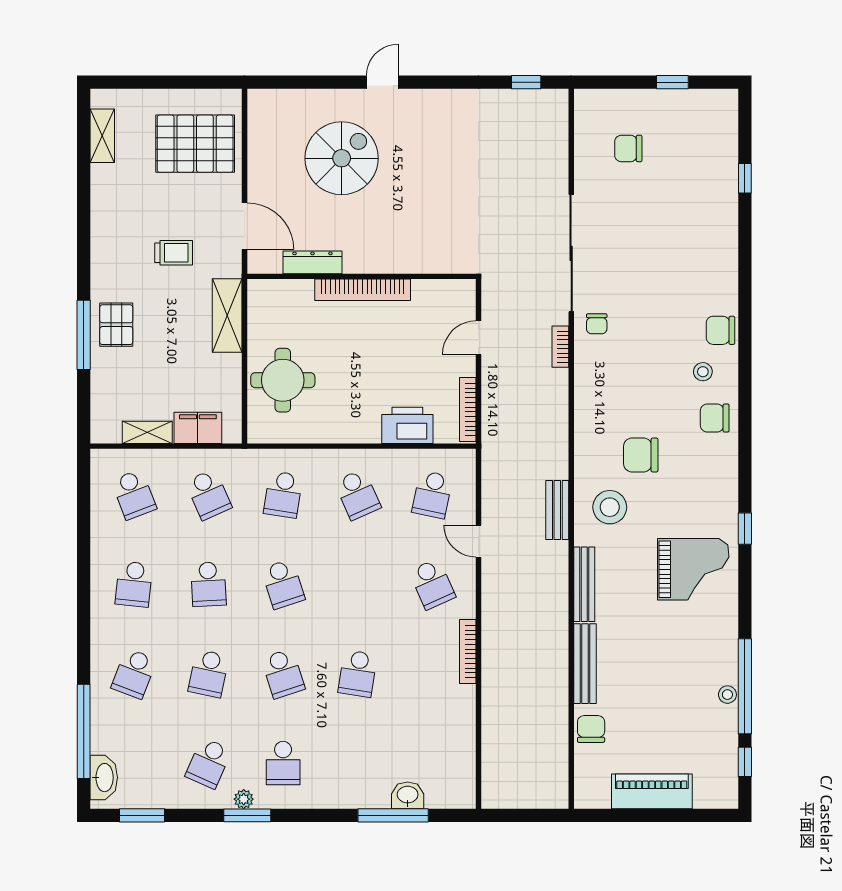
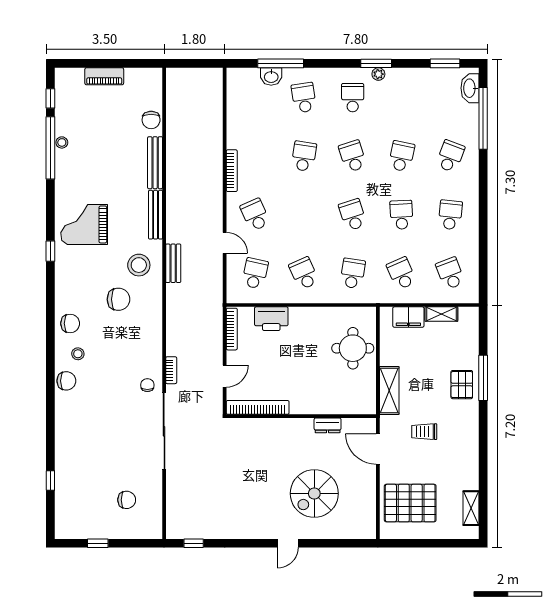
dresser: (312, 262) -> (328, 425), width x0.70
bookcase: (363, 290) -> (258, 407), moved
school desk: (208, 763) -> (304, 98), moved, turned -33
piano: (652, 791) -> (104, 76), width x0.73, depth x0.75

